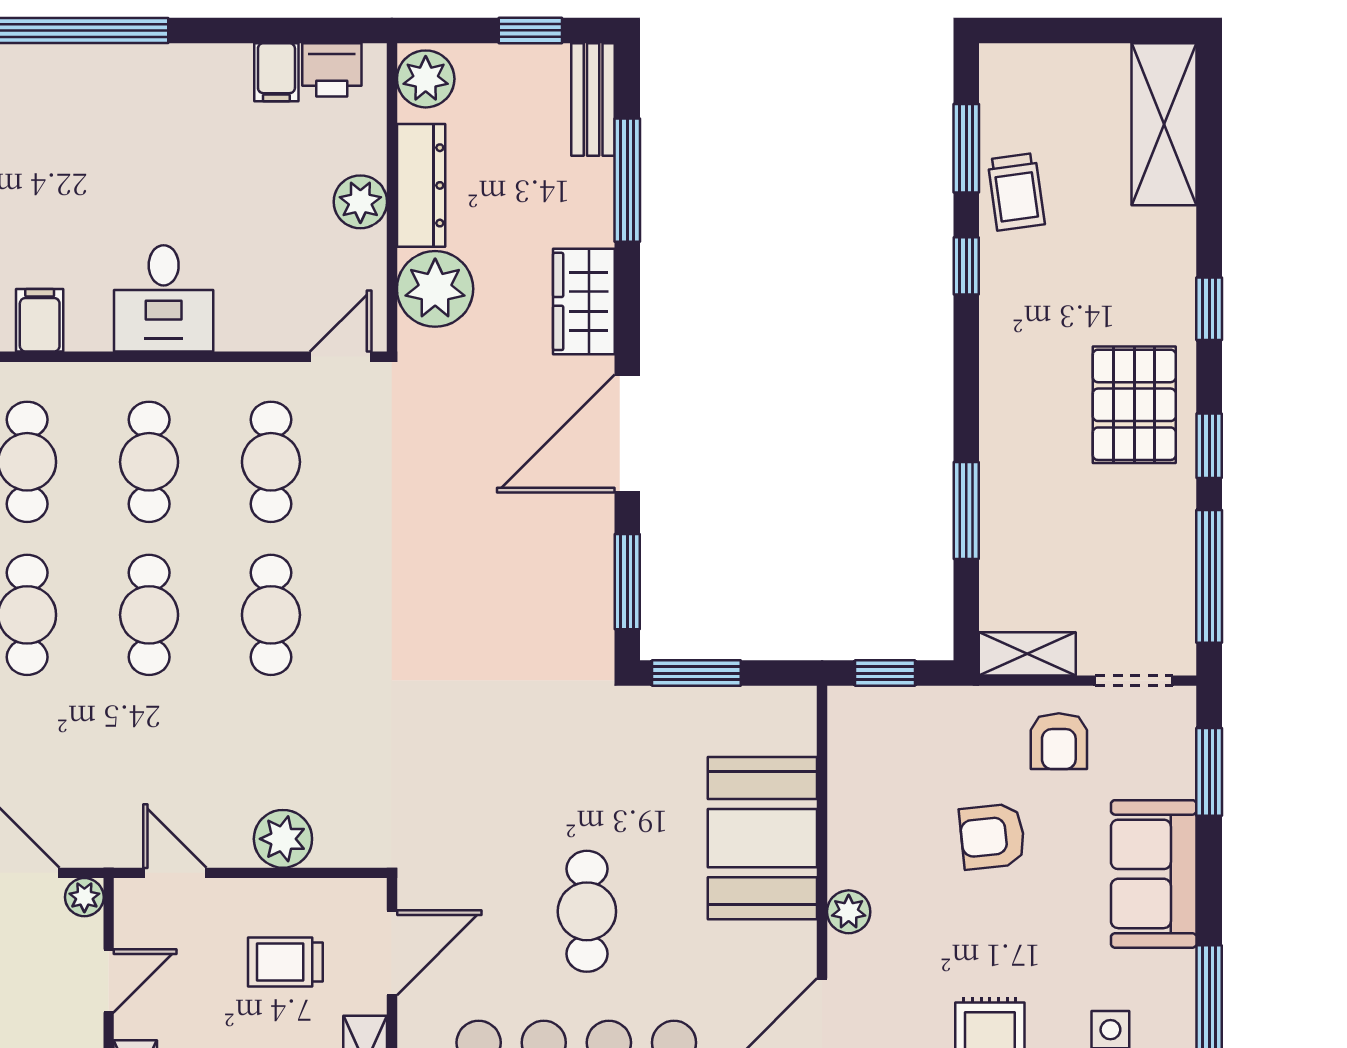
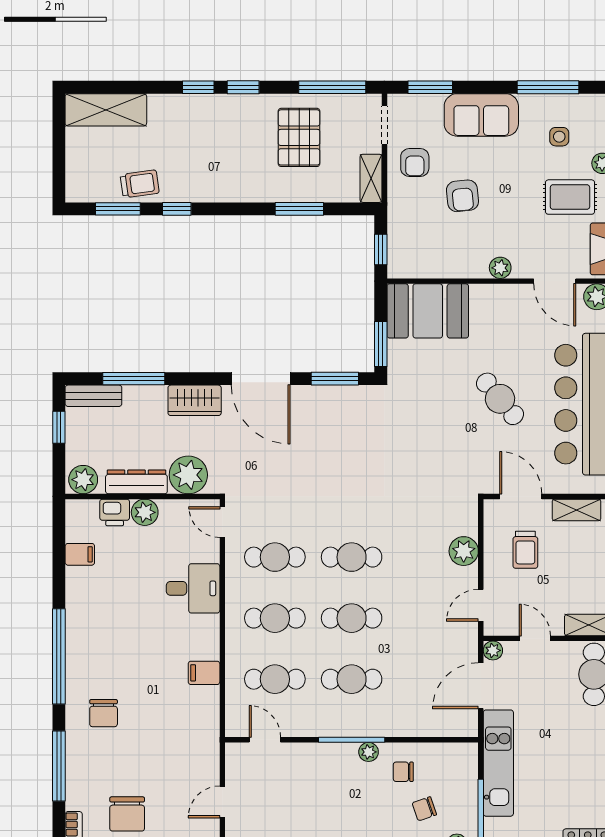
printer: (332, 70) -> (115, 512), moved, turned 90
desk: (164, 298) -> (193, 588), moved
pallet: (1134, 405) -> (299, 137), moved, turned 90
window: (1209, 446) -> (243, 87), moved
armchair: (1059, 741) -> (415, 163), turned 90
booth: (762, 838) -> (428, 311), moved
cafe table: (587, 911) -> (500, 399), turned 50

